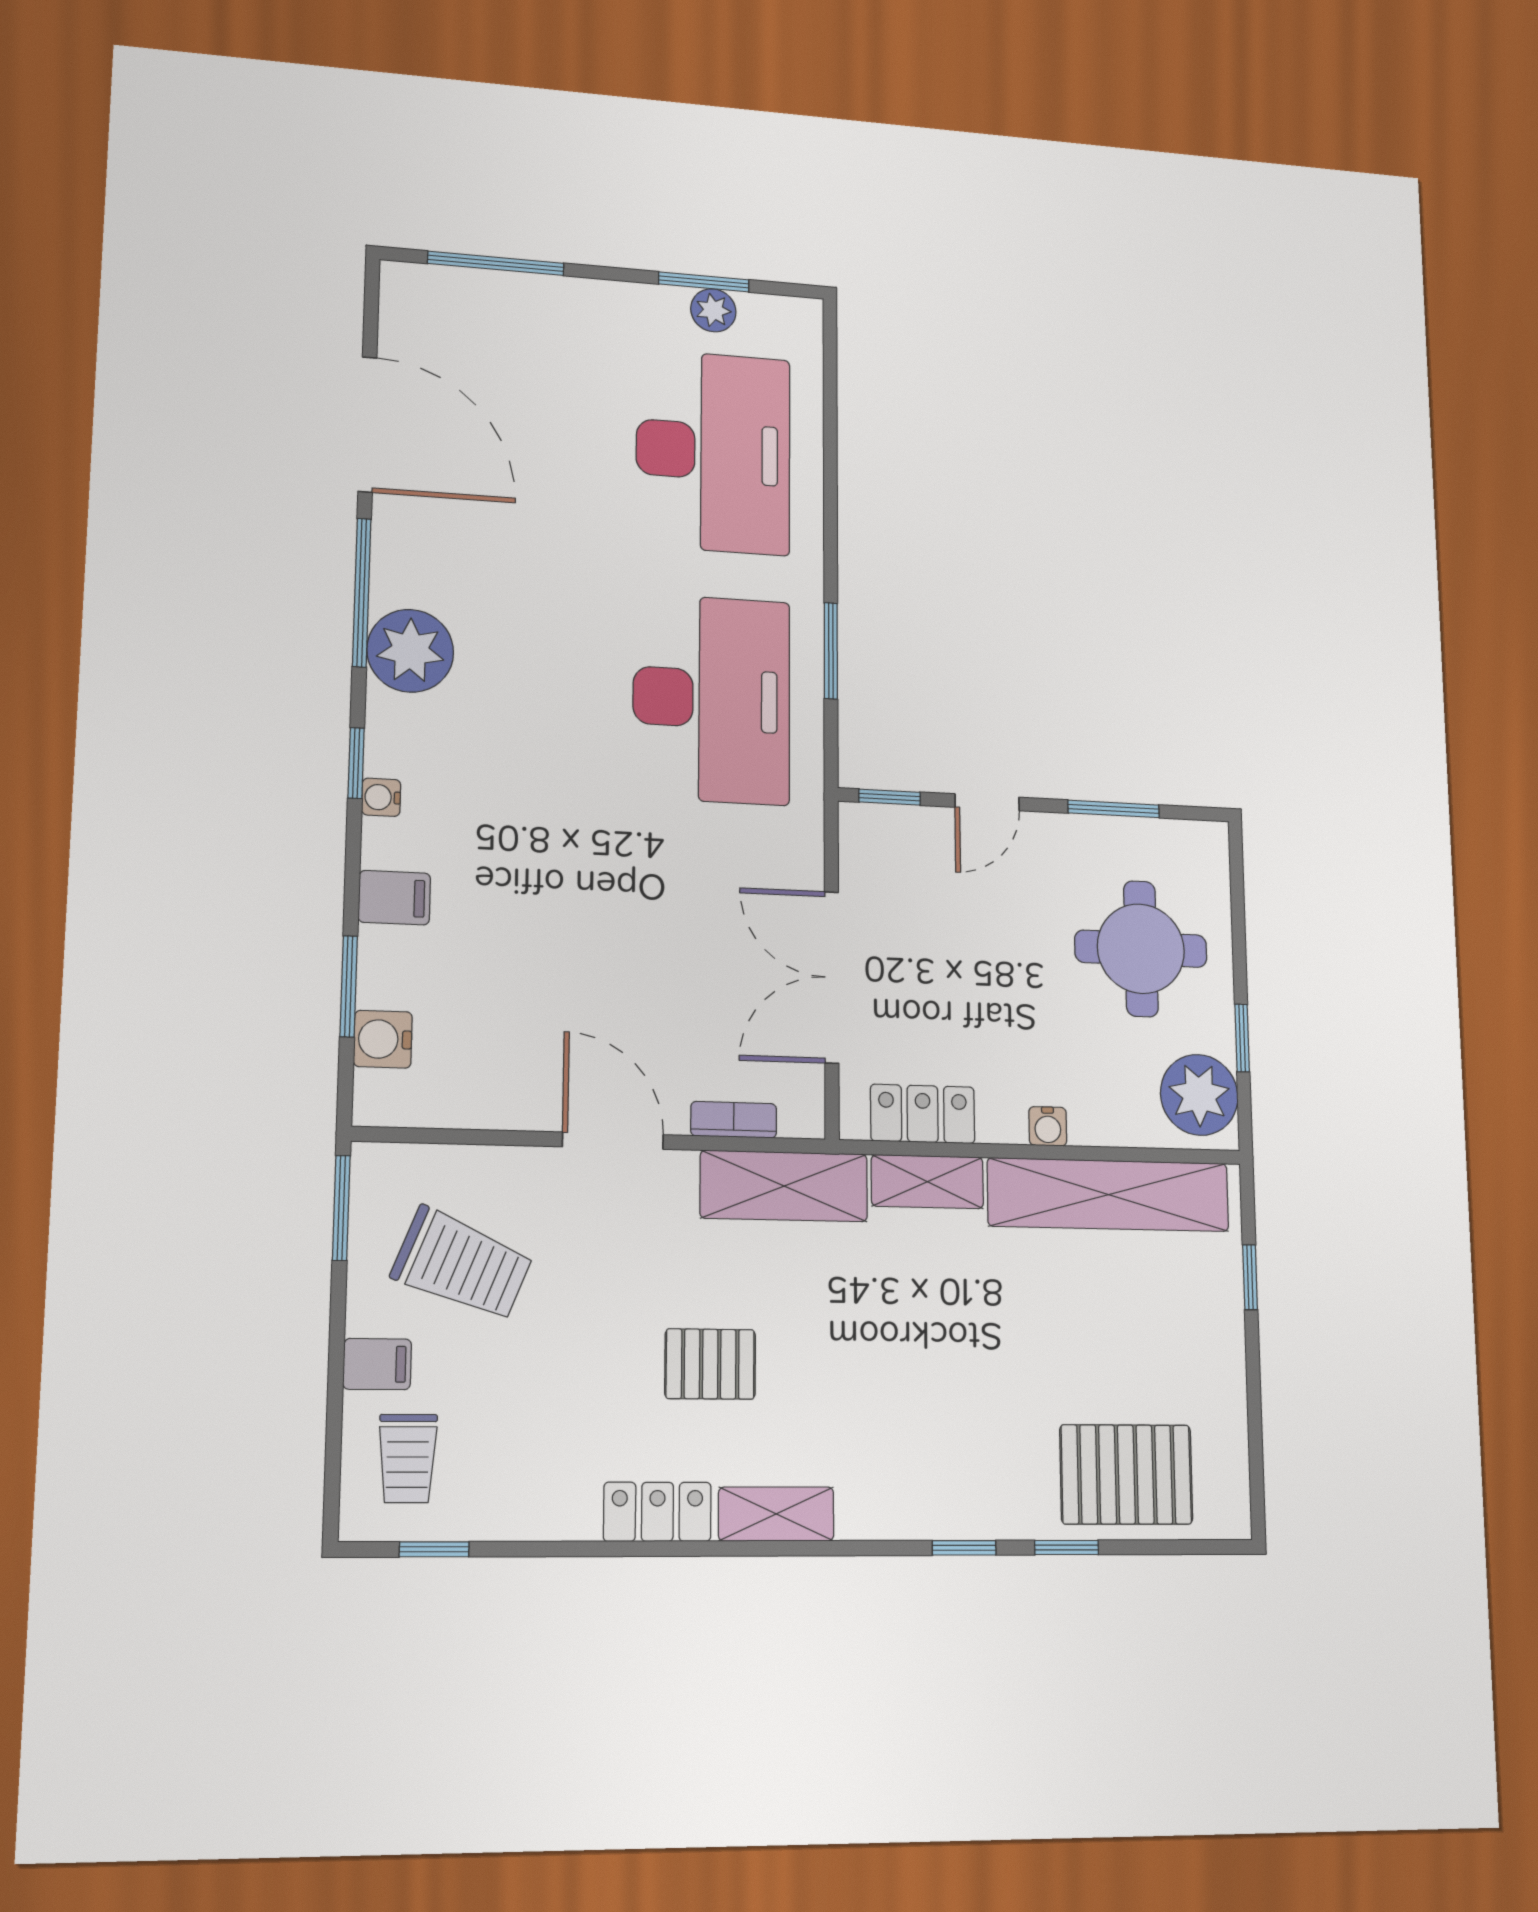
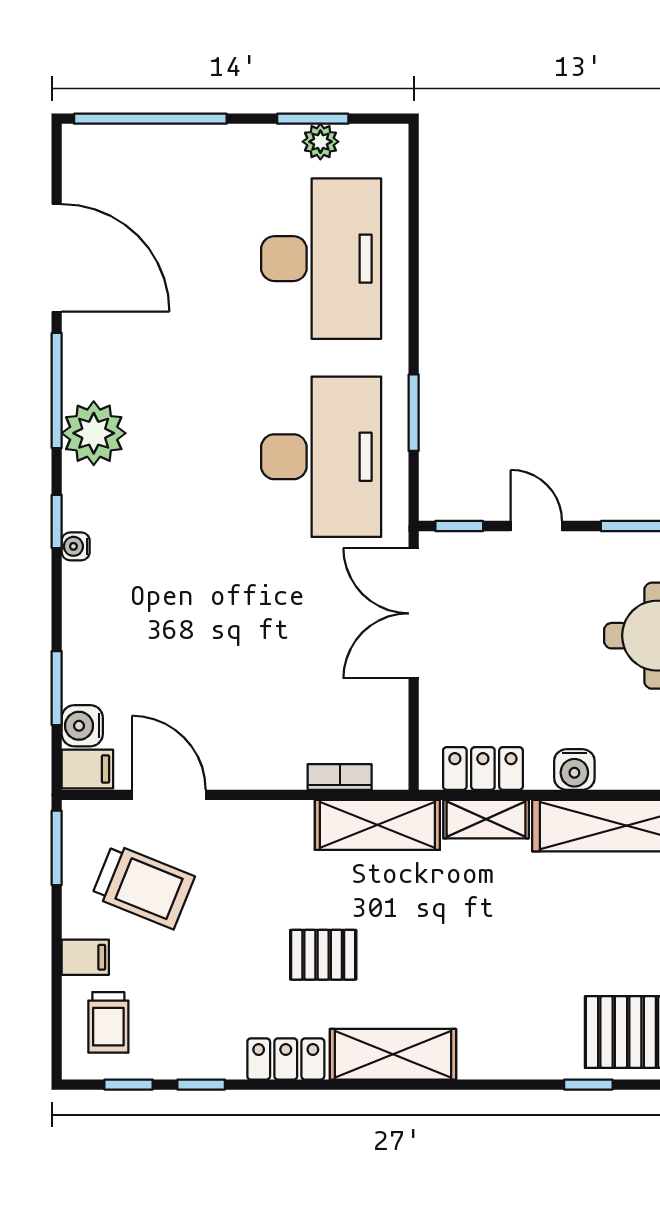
window: (496, 263) -> (150, 119), width x1.46
door: (987, 802) -> (536, 526), swing flipped
filing cabinet: (394, 898) -> (87, 769), moved
double door: (832, 977) -> (414, 613), moved
water cooler: (1048, 1126) -> (574, 769), width x1.38, depth x1.38
door: (613, 1141) -> (169, 795), moved
shelving: (776, 1514) -> (393, 1054), width x1.50, depth x1.33
window: (964, 1548) -> (201, 1085), moved

